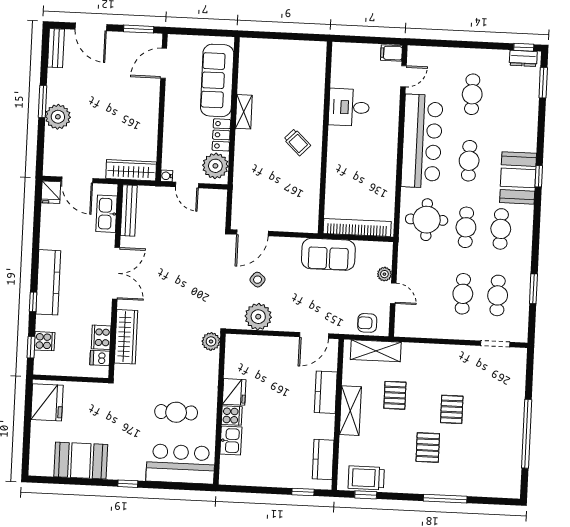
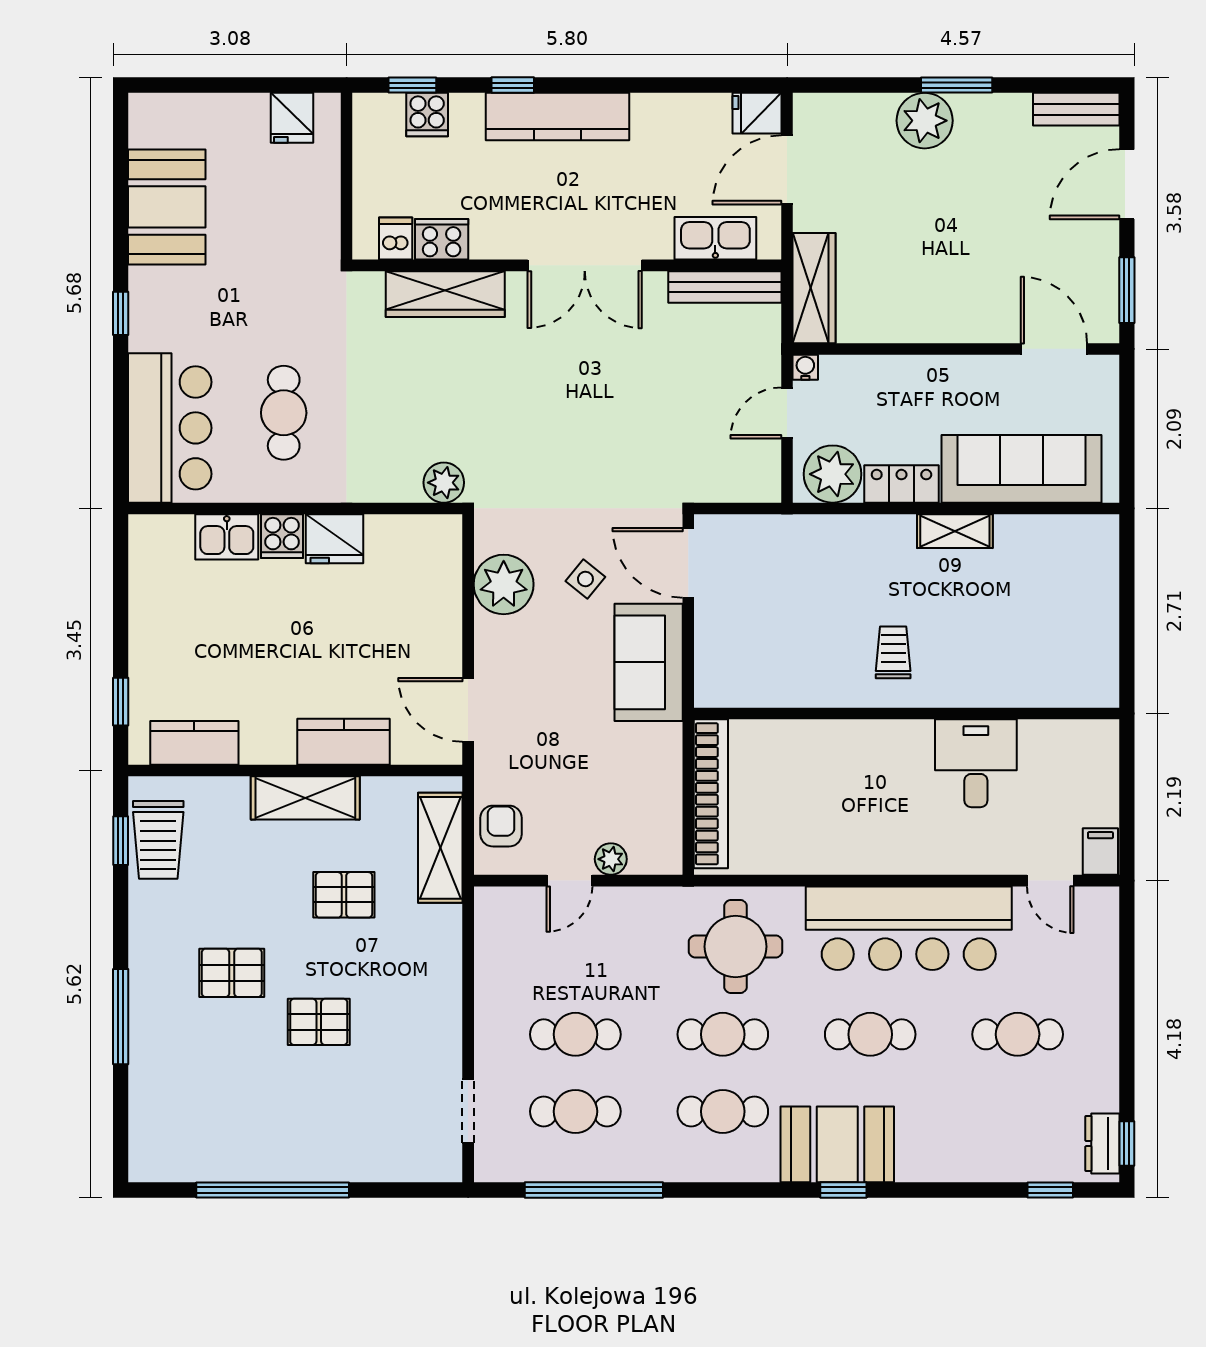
window: (543, 83) -> (1050, 1190), width x0.67
trolley: (297, 142) -> (893, 652), turned 136
sofa: (328, 254) -> (649, 662), moved
window: (533, 289) -> (594, 1190), width x2.11
fridge: (47, 402) -> (292, 118), width x0.53, depth x0.75
trolley: (366, 478) -> (158, 840), turned 180

